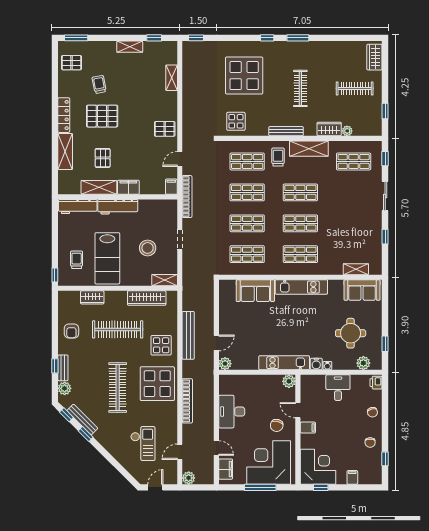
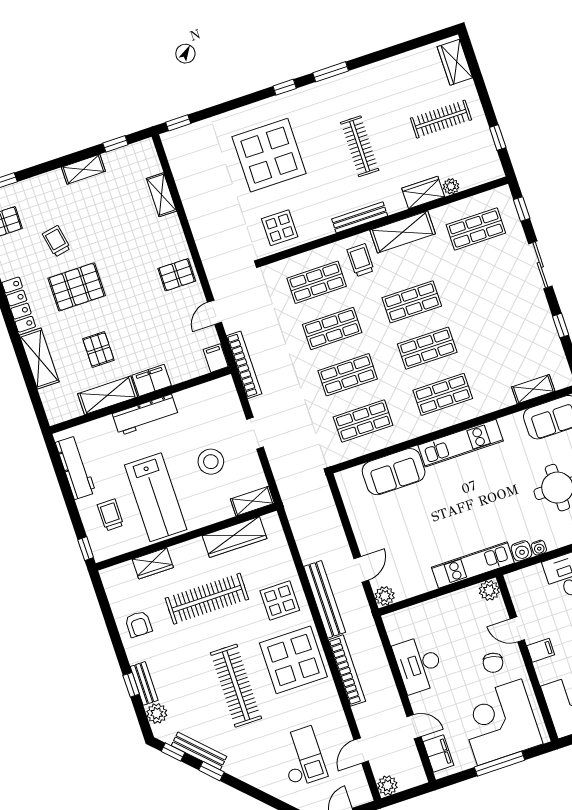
workbench: (78, 207) -> (76, 467), moved, turned -90
bench: (188, 335) -> (325, 599), moved

